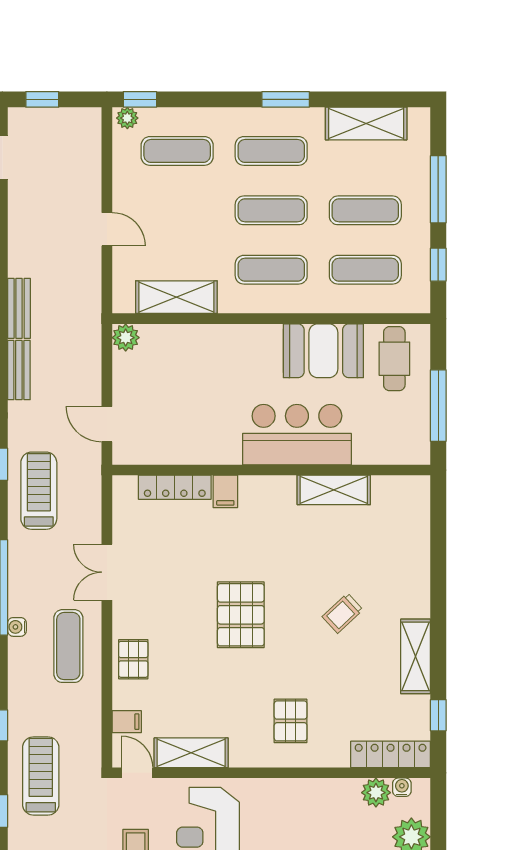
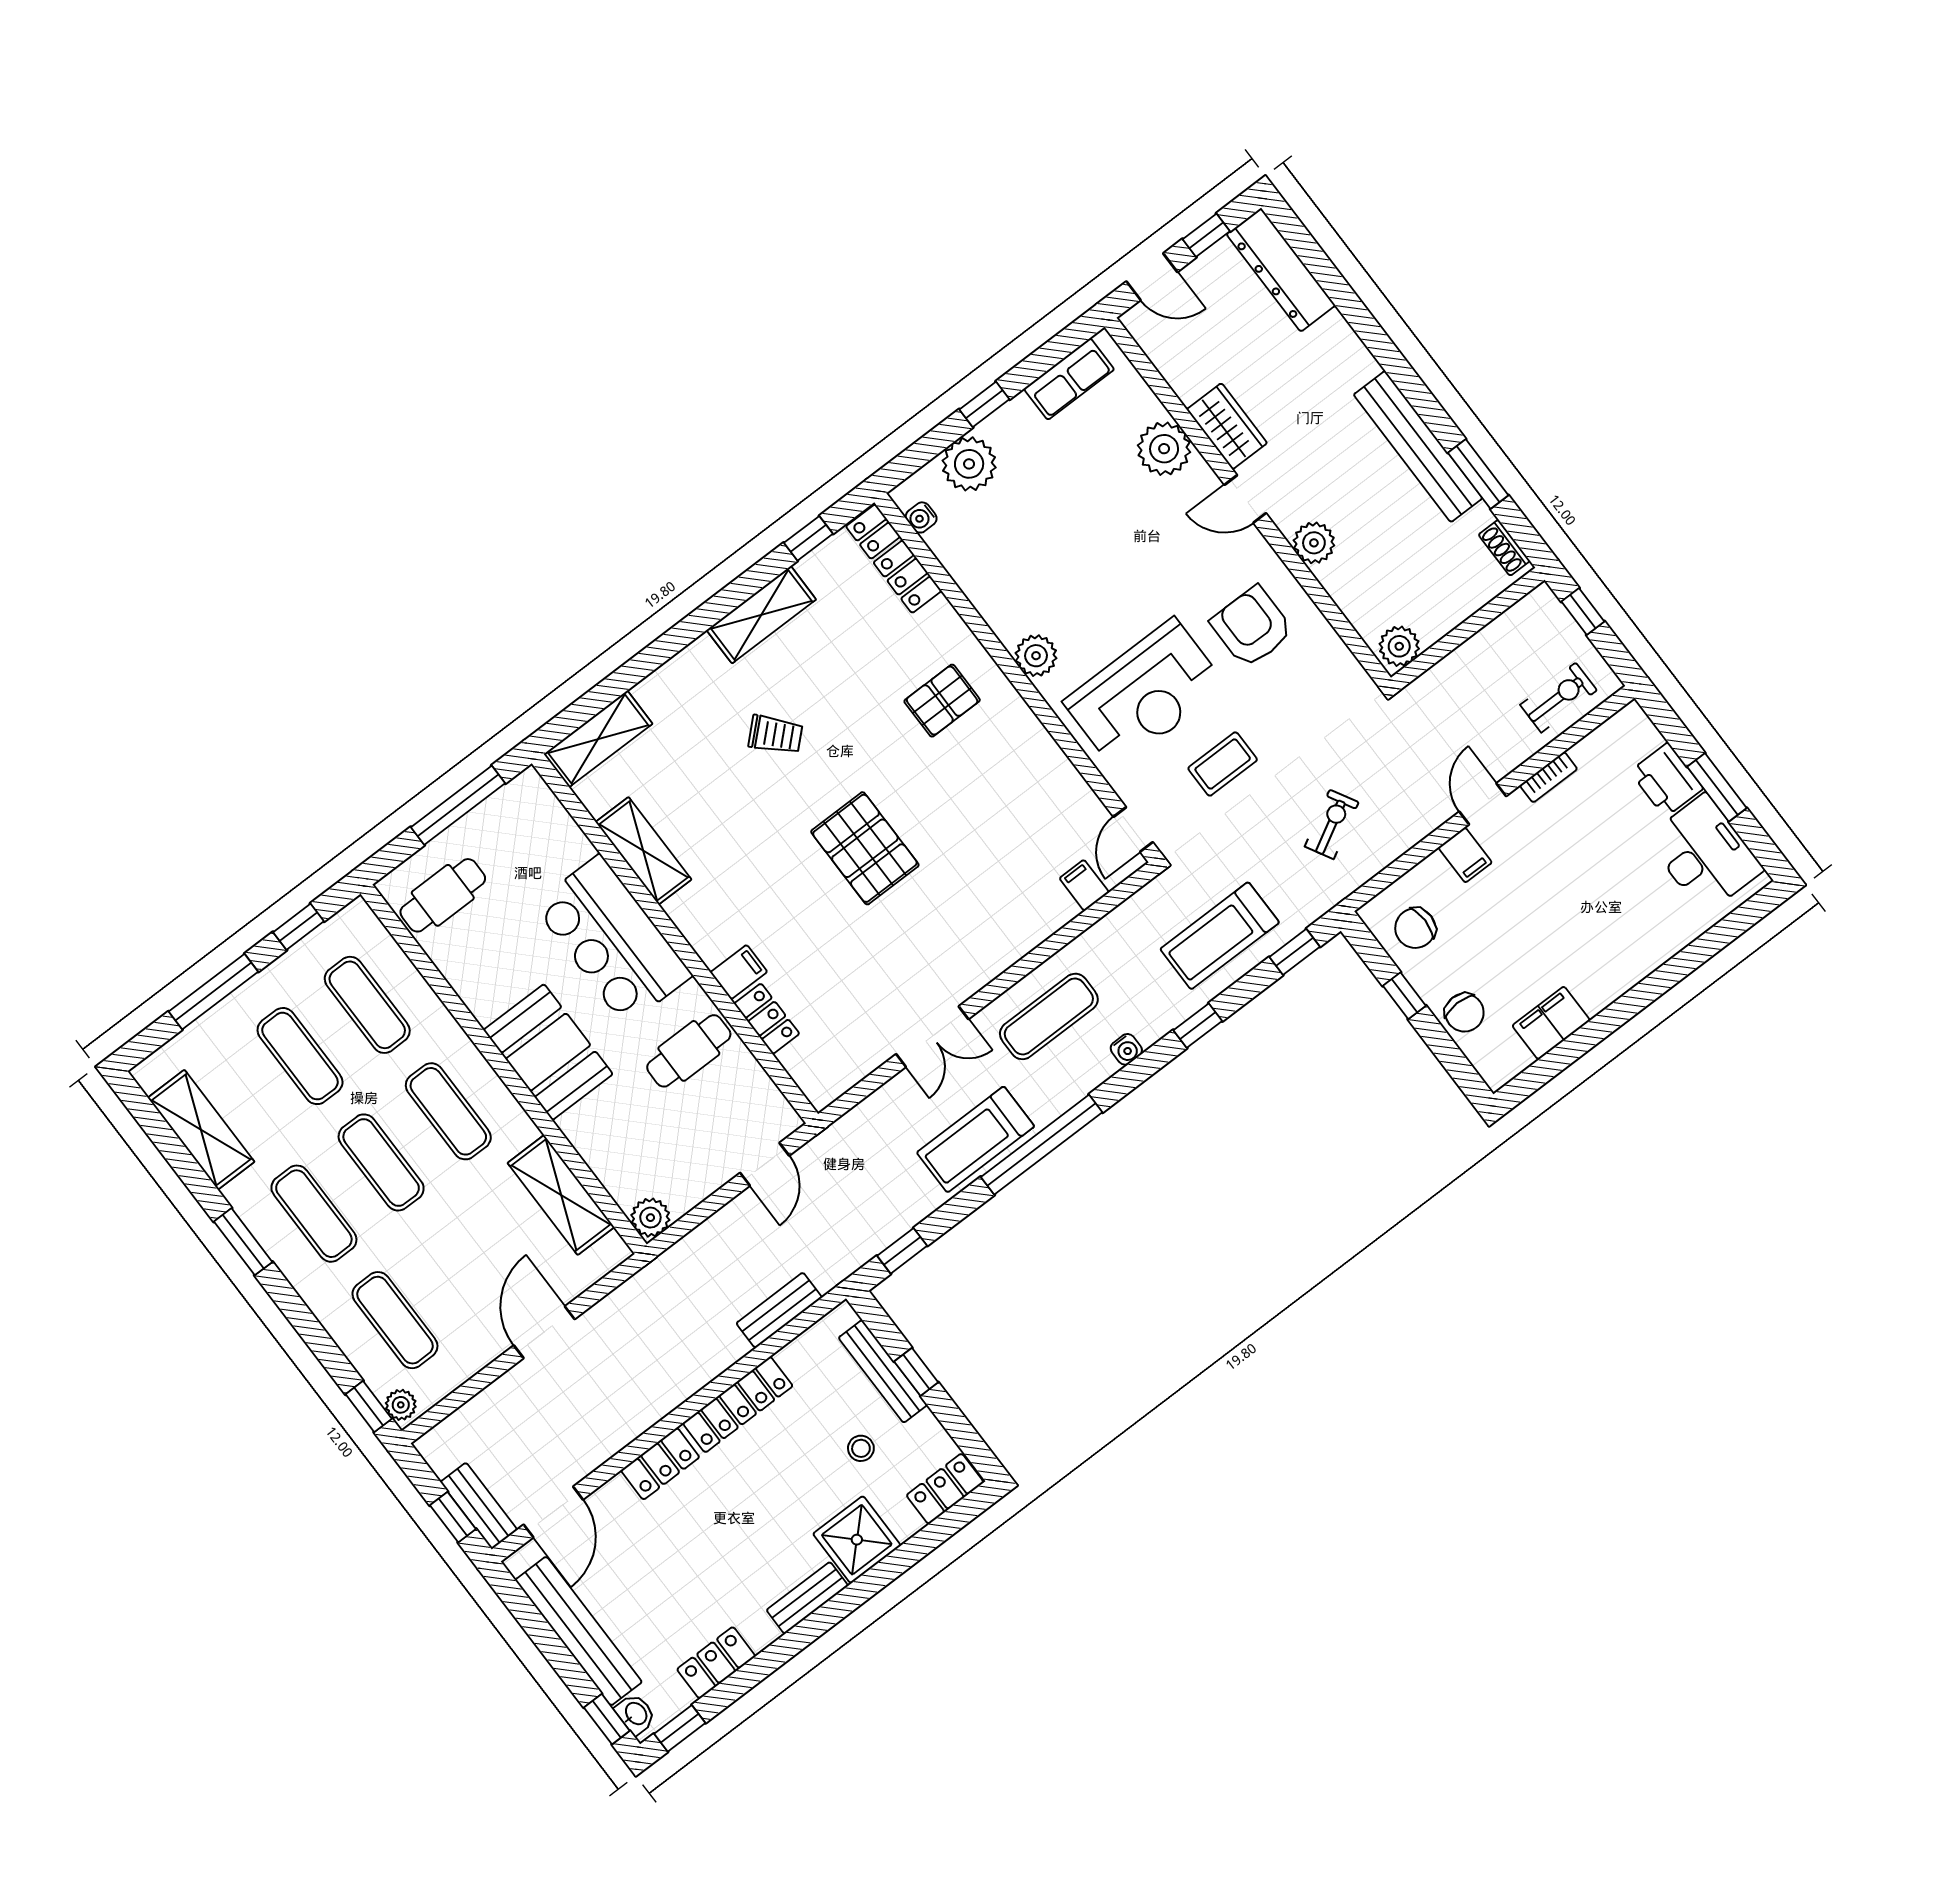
door: (107, 229) -> (544, 1332), width x1.38
bench: (19, 308) -> (479, 1506), moved, turned 90
booth: (323, 351) -> (548, 1052), moved
cafe table: (203, 430) -> (689, 1051), added
locker: (175, 487) -> (767, 1019), width x0.66
treadmill: (39, 491) -> (976, 1139), moved
pallet: (241, 615) -> (865, 848), turned 90
water cooler: (17, 627) -> (1126, 1049), moved
pallet: (133, 659) -> (1008, 932), removed
shelving: (191, 753) -> (598, 739), moved, turned 90
plant: (376, 793) -> (1036, 656), moved

